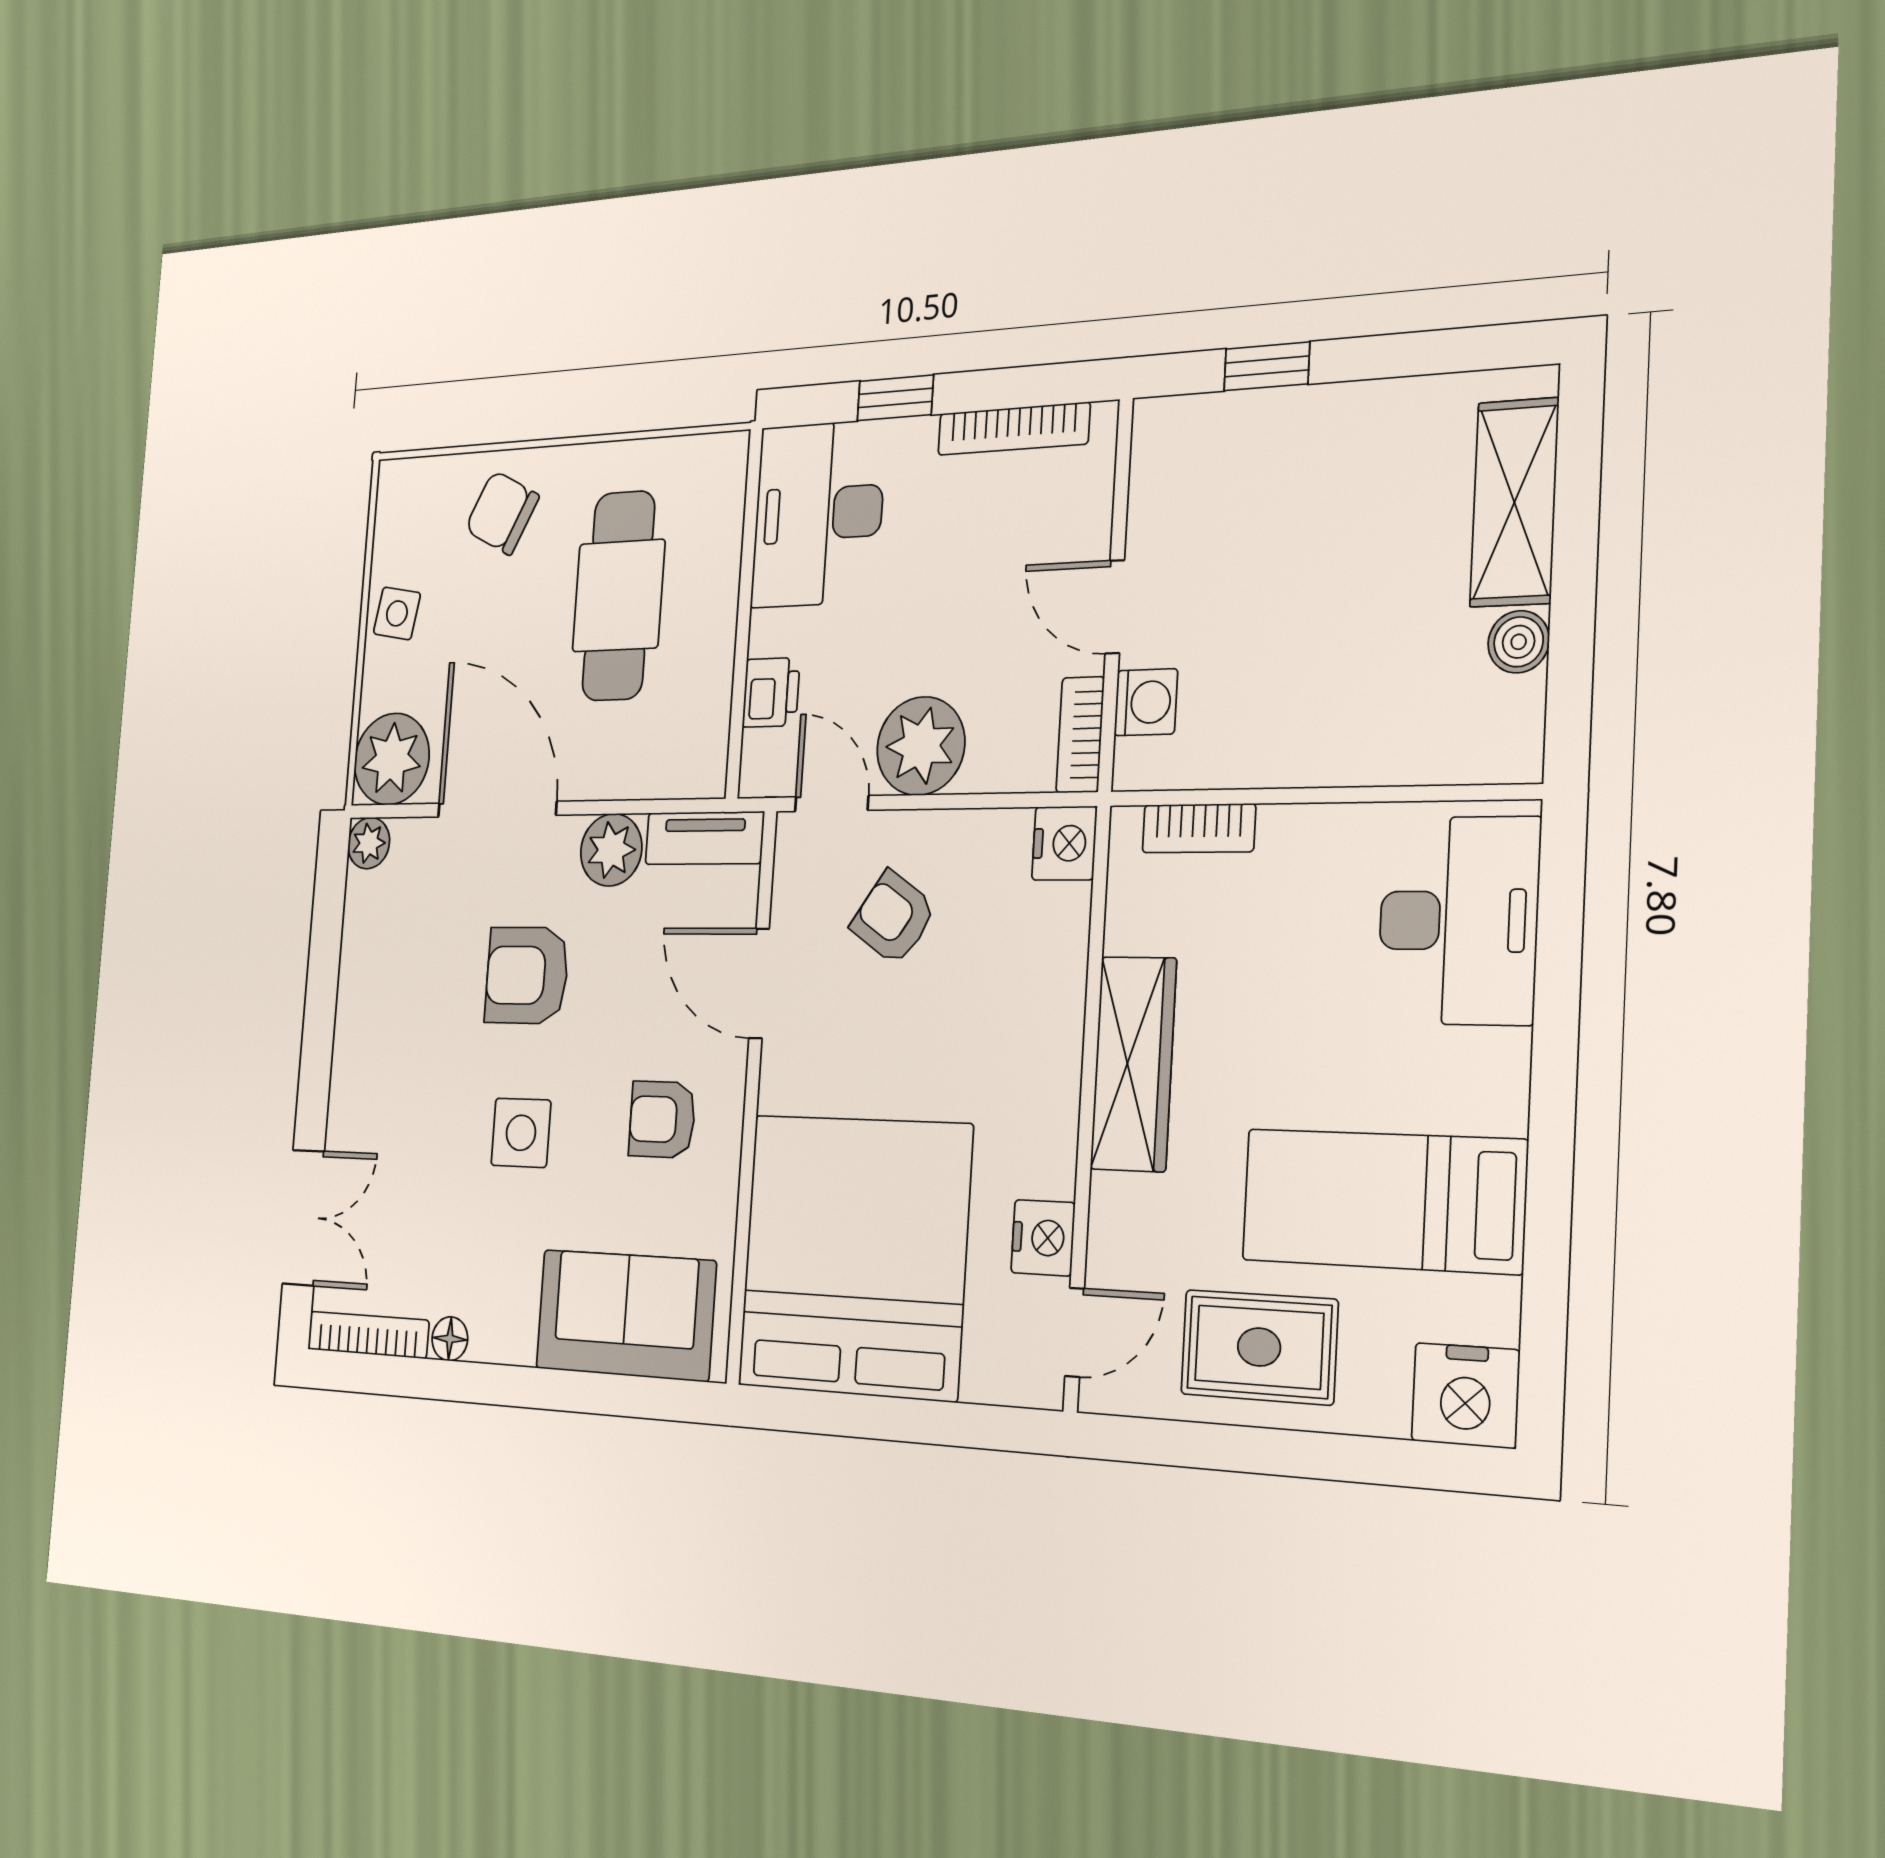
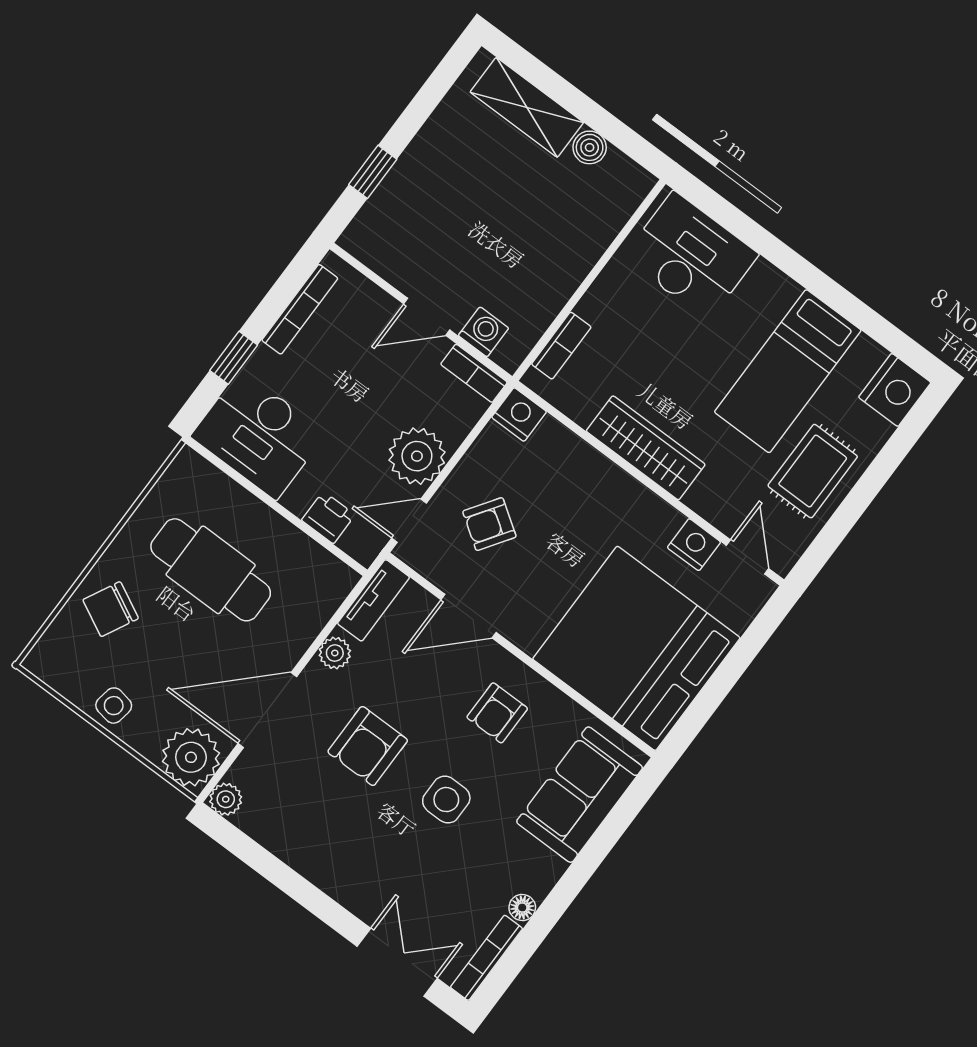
plant: (611, 850) -> (335, 653), width x0.73, depth x0.73

